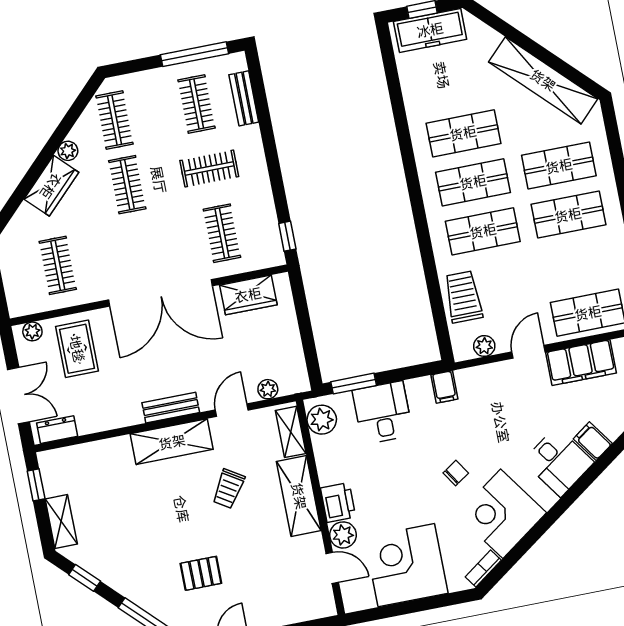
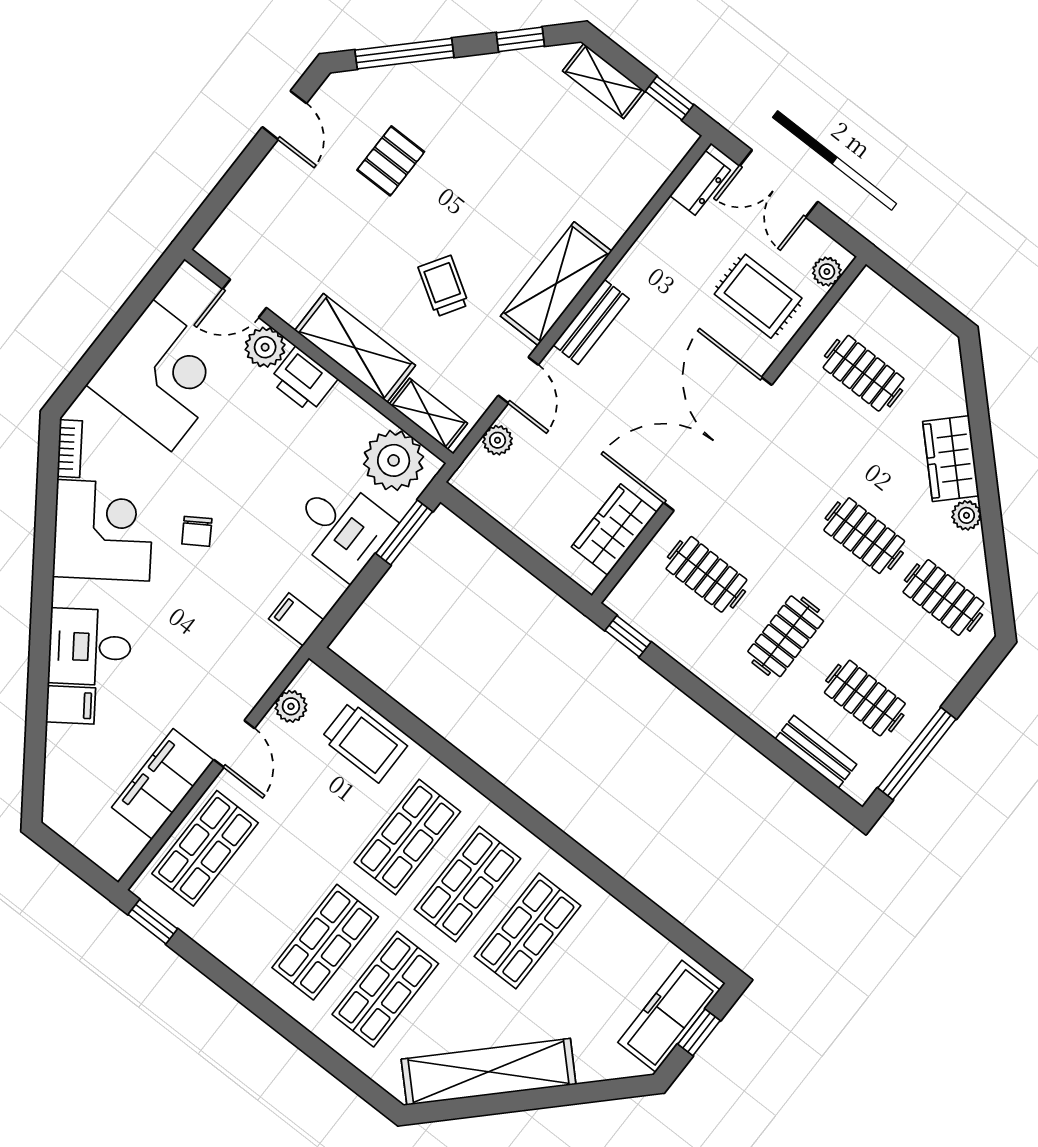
plant: (322, 420) -> (394, 460), width x1.36, depth x1.36

